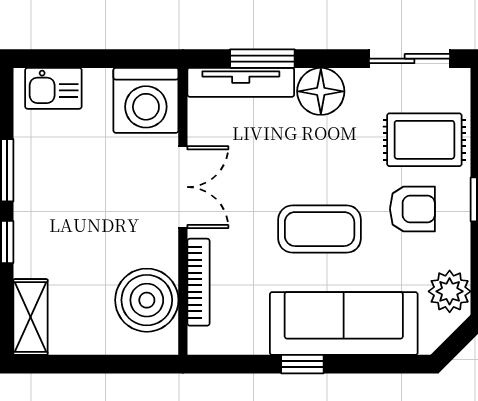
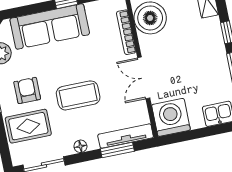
floor lamp: (321, 91) -> (80, 146), width x0.53, depth x0.53
armchair: (412, 209) -> (27, 90), turned 90
coffee table: (320, 229) -> (78, 95), moved

